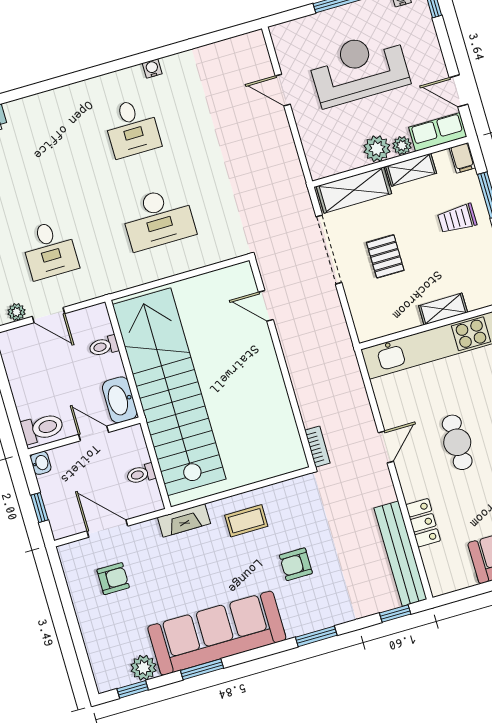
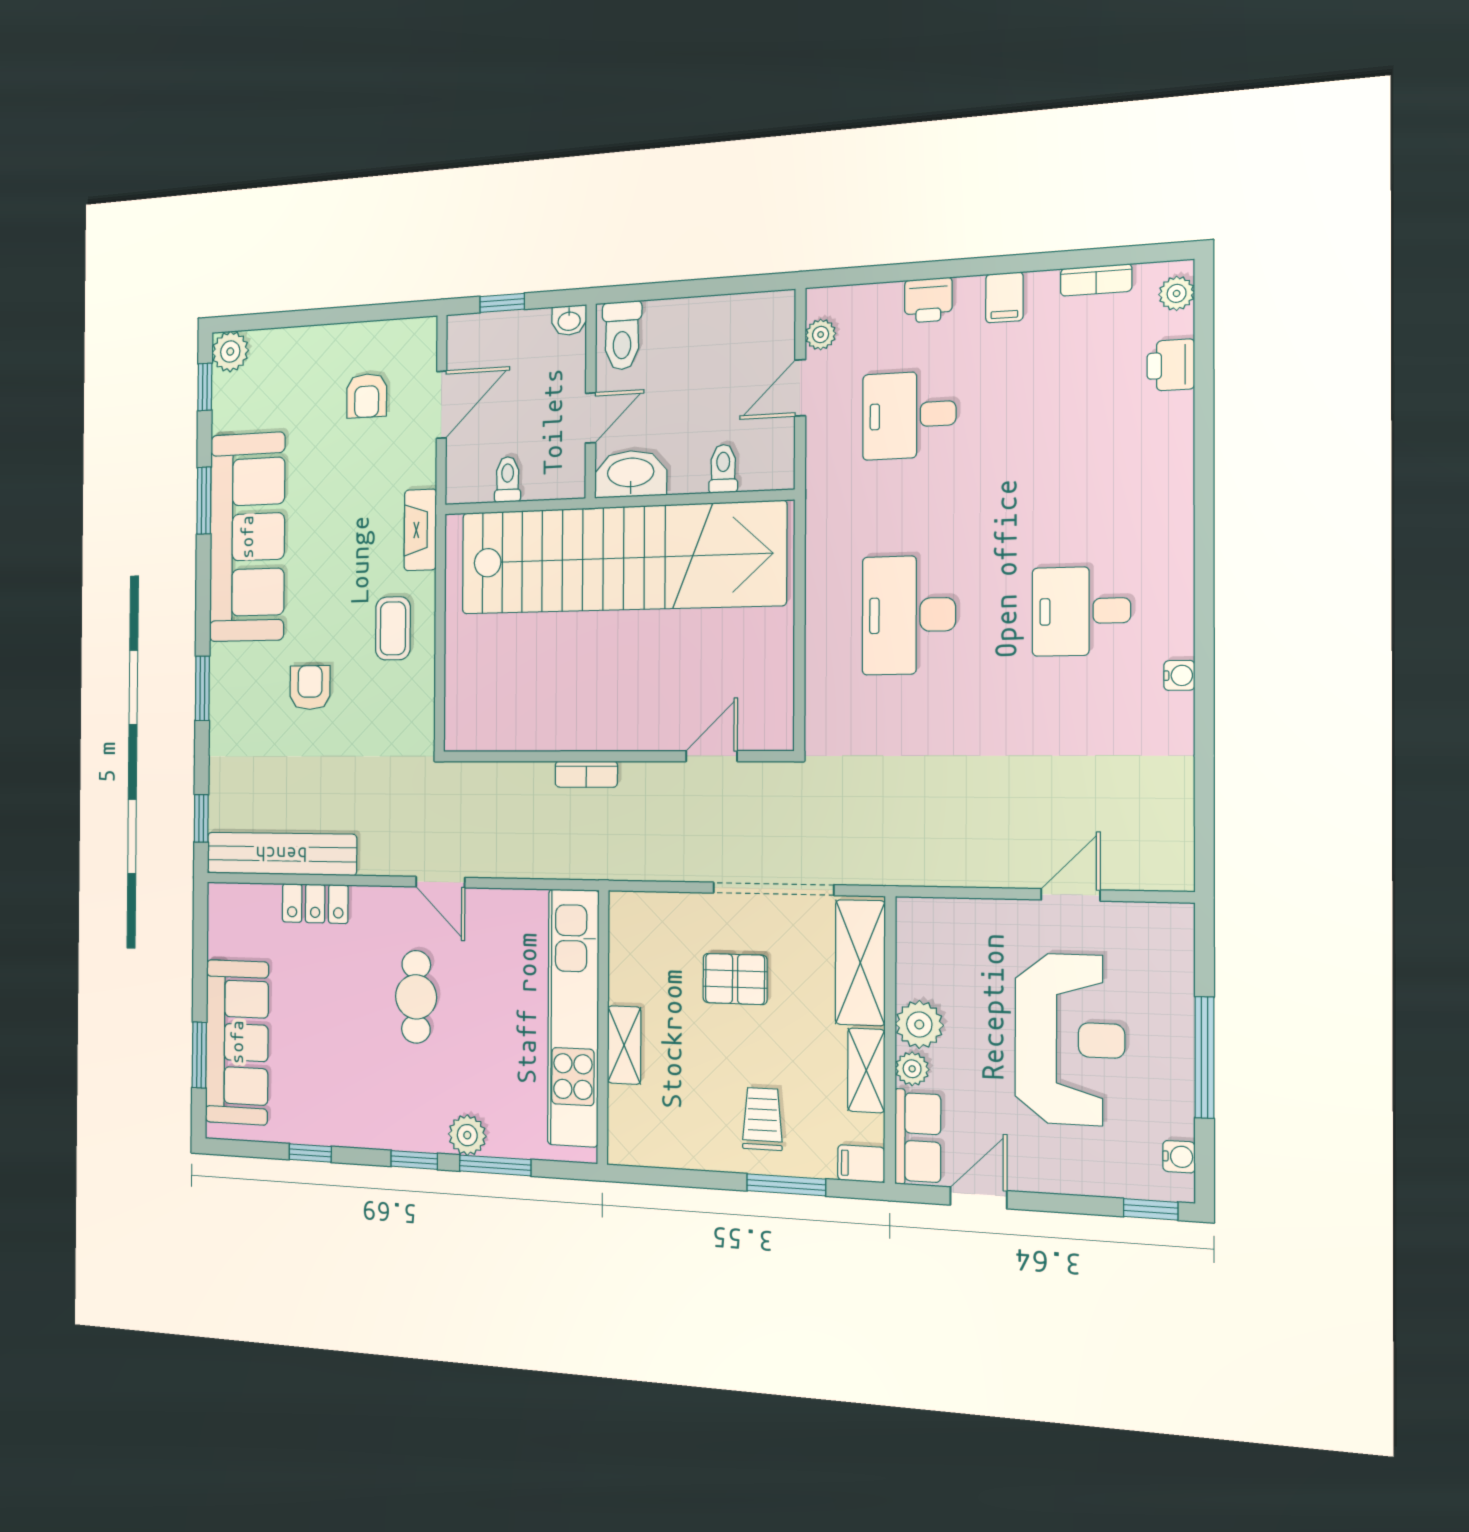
cafe table: (457, 442) -> (416, 997), turned 90
bookcase: (317, 447) -> (586, 774), moved
plant: (144, 668) -> (230, 352), moved

